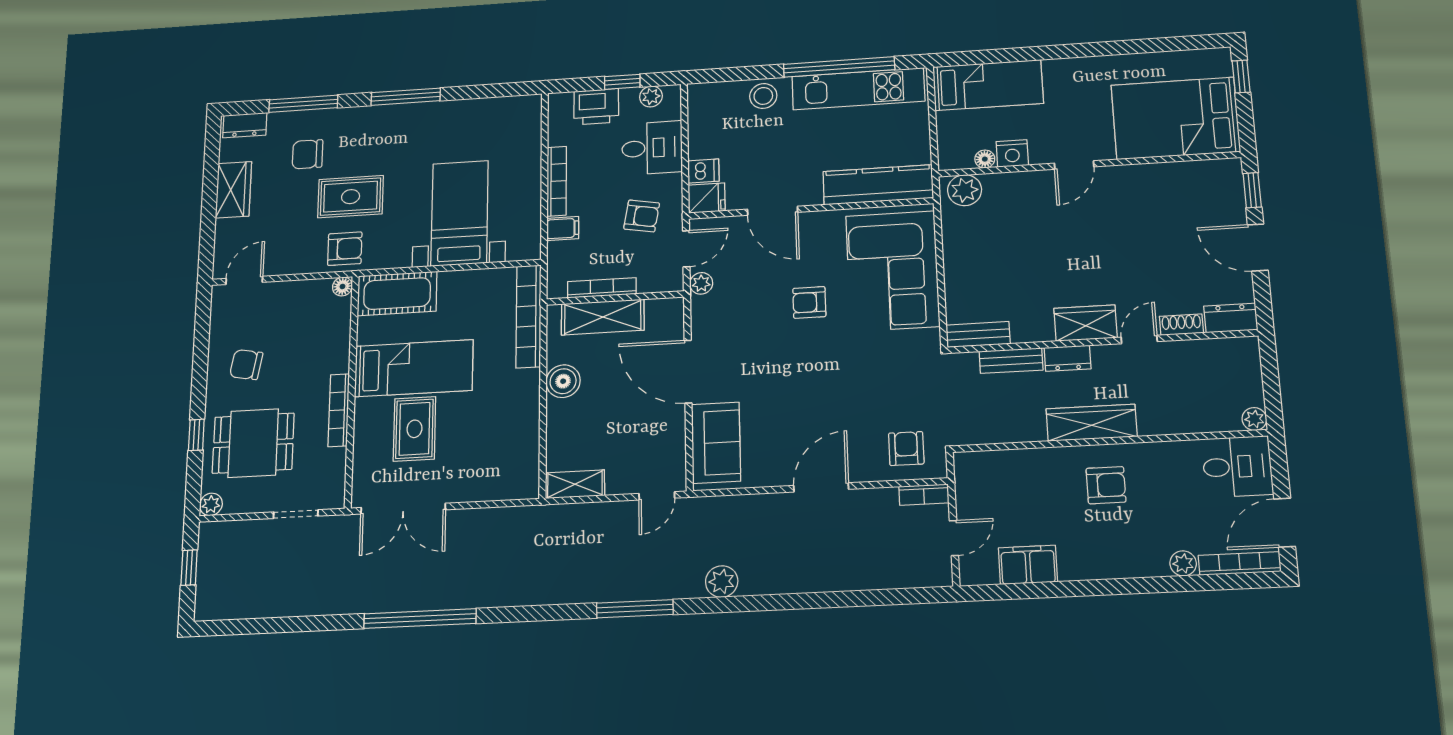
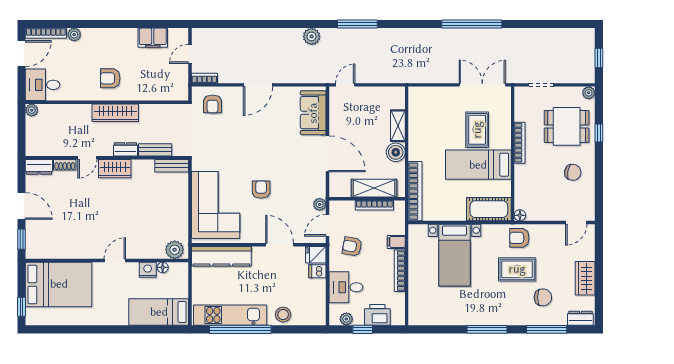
armchair: (809, 302) -> (261, 190), turned -90
shelving: (575, 484) -> (398, 126), moved, turned 90

